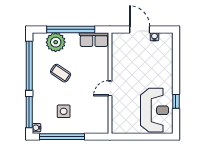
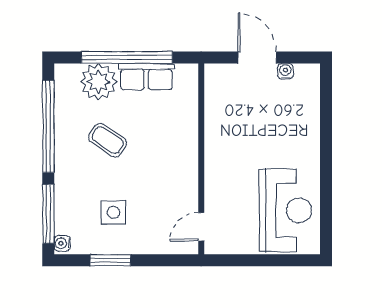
row of seats: (94, 40) -> (146, 77), moved
door: (110, 88) -> (201, 227), moved
window: (176, 101) -> (326, 194), removed
window: (62, 137) -> (110, 260), width x0.47

